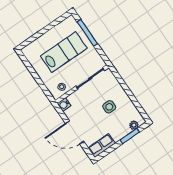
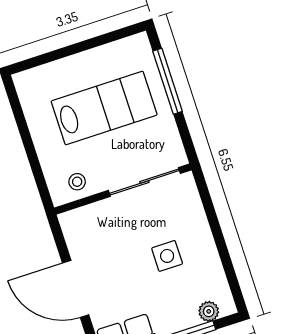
water cooler: (64, 105) -> (71, 222), removed

